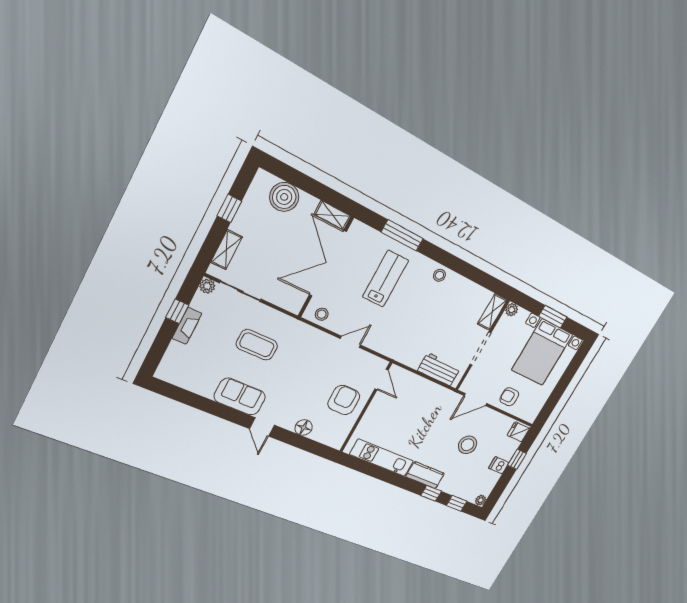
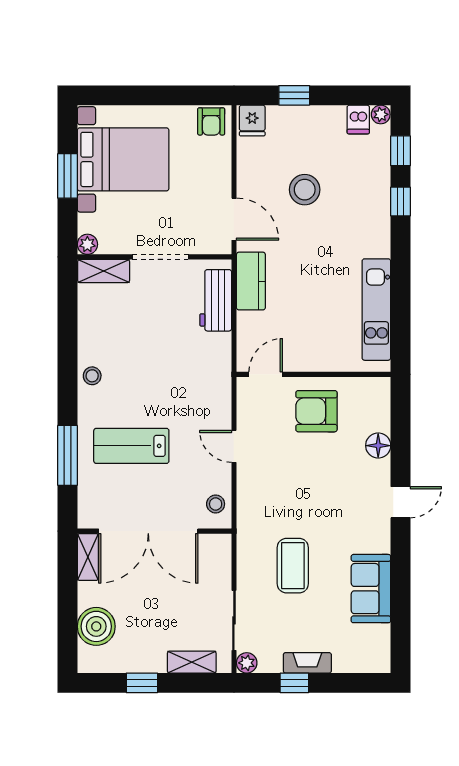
sofa: (240, 397) -> (371, 589), moved
armchair: (509, 397) -> (211, 121), moved
dishwasher: (499, 465) -> (358, 119), moved
kitchen counter: (425, 475) -> (251, 281), moved, turned 180

